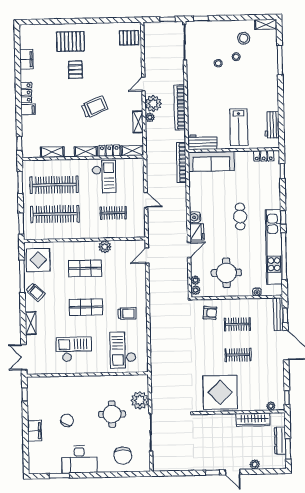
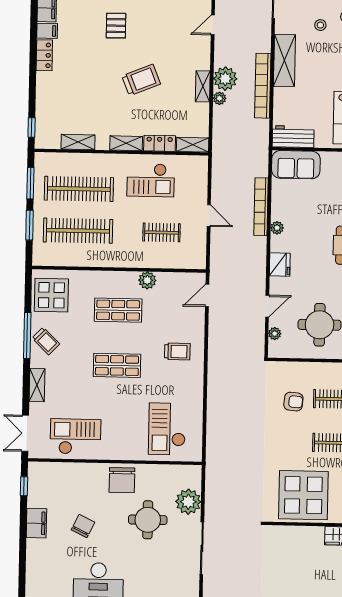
door: (143, 84) -> (213, 25), moved
shelving: (194, 89) -> (284, 60), added
filing cabinet: (28, 110) -> (47, 31), moved
shelving: (138, 122) -> (203, 86), moved
sofa: (211, 161) -> (296, 165), width x0.73
bookcase: (181, 163) -> (261, 207), moved
checkout: (104, 177) -> (151, 180), turned 90
water cooler: (195, 217) -> (278, 244), removed
window: (21, 224) -> (30, 225), moved
door: (189, 250) -> (267, 306), moved
window: (22, 276) -> (27, 335), moved
plant: (196, 290) -> (277, 228), moved
trolley: (127, 313) -> (177, 351), moved
armchair: (210, 313) -> (293, 402), moved
checkout: (74, 349) -> (76, 437), moved
filing cabinet: (35, 431) -> (36, 523), moved
chair: (123, 456) -> (122, 480), moved

